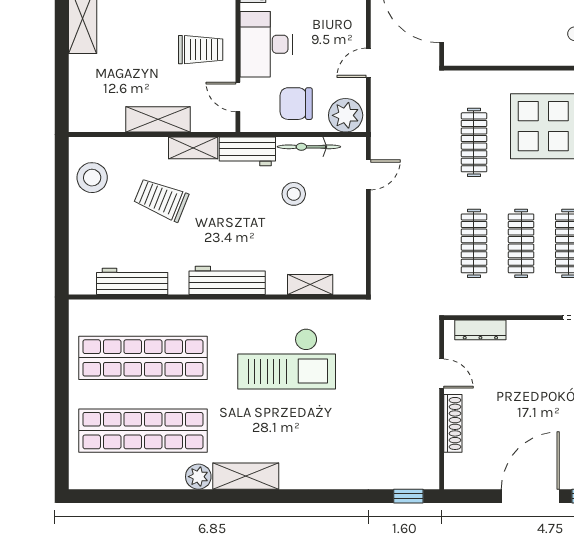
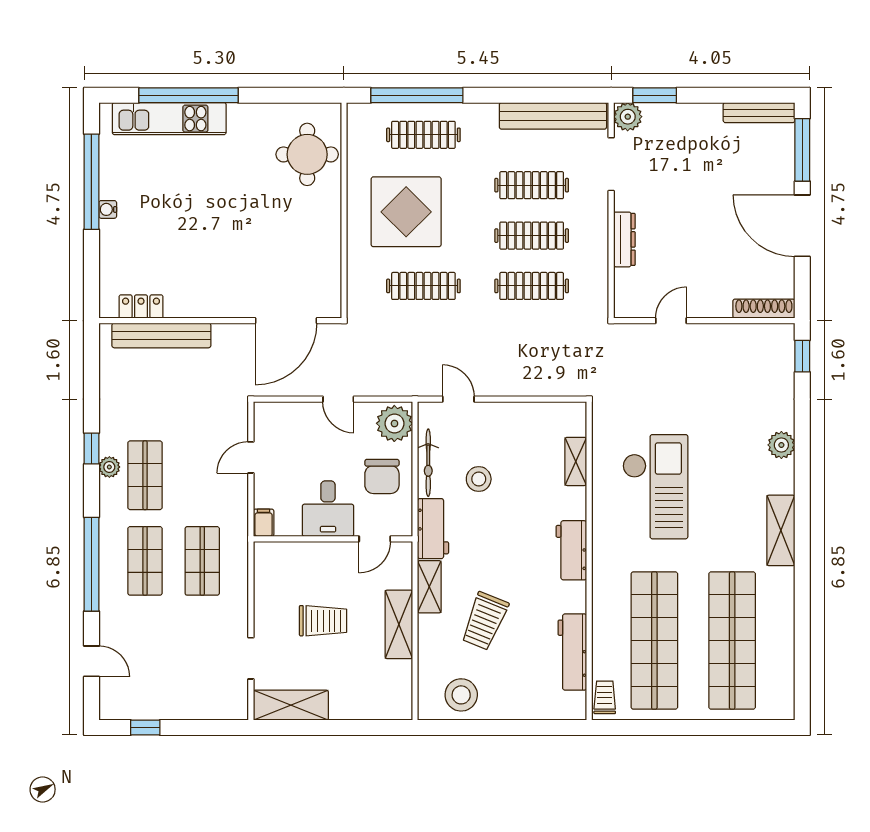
desk: (266, 44) -> (328, 509), width x0.73
trolley: (201, 50) -> (323, 621), moved, turned 90
workbench: (227, 280) -> (571, 550), width x0.73
trolley: (90, 312) -> (605, 697), added
dresser: (480, 330) -> (624, 239), moved
shoe rack: (453, 423) -> (764, 309), moved
plant: (198, 477) -> (781, 445), moved

